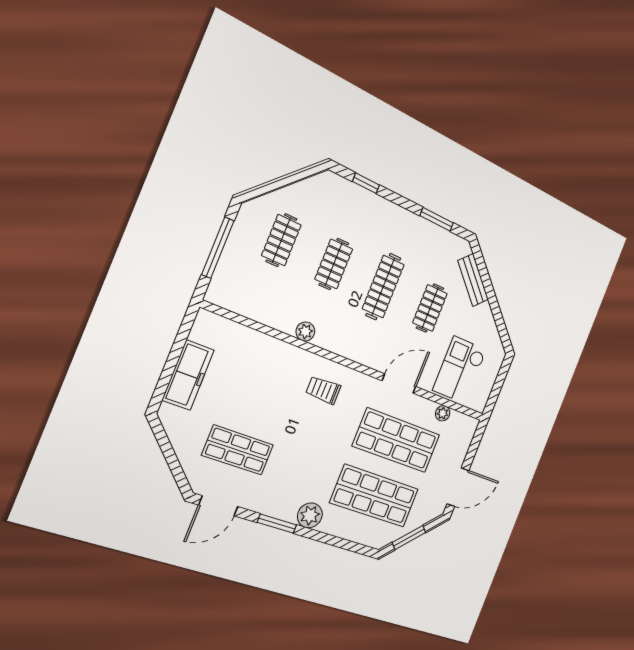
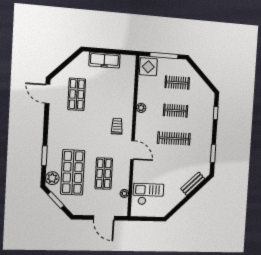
display table: (230, 289) -> (148, 67), added
clothes rail: (430, 308) -> (172, 166), removed
door: (399, 384) -> (133, 150), moved
shop shelf: (396, 440) -> (104, 173), width x0.70, depth x0.74
door: (458, 487) -> (104, 218), moved
plant: (310, 515) -> (52, 178), moved
window: (277, 524) -> (44, 156), moved

